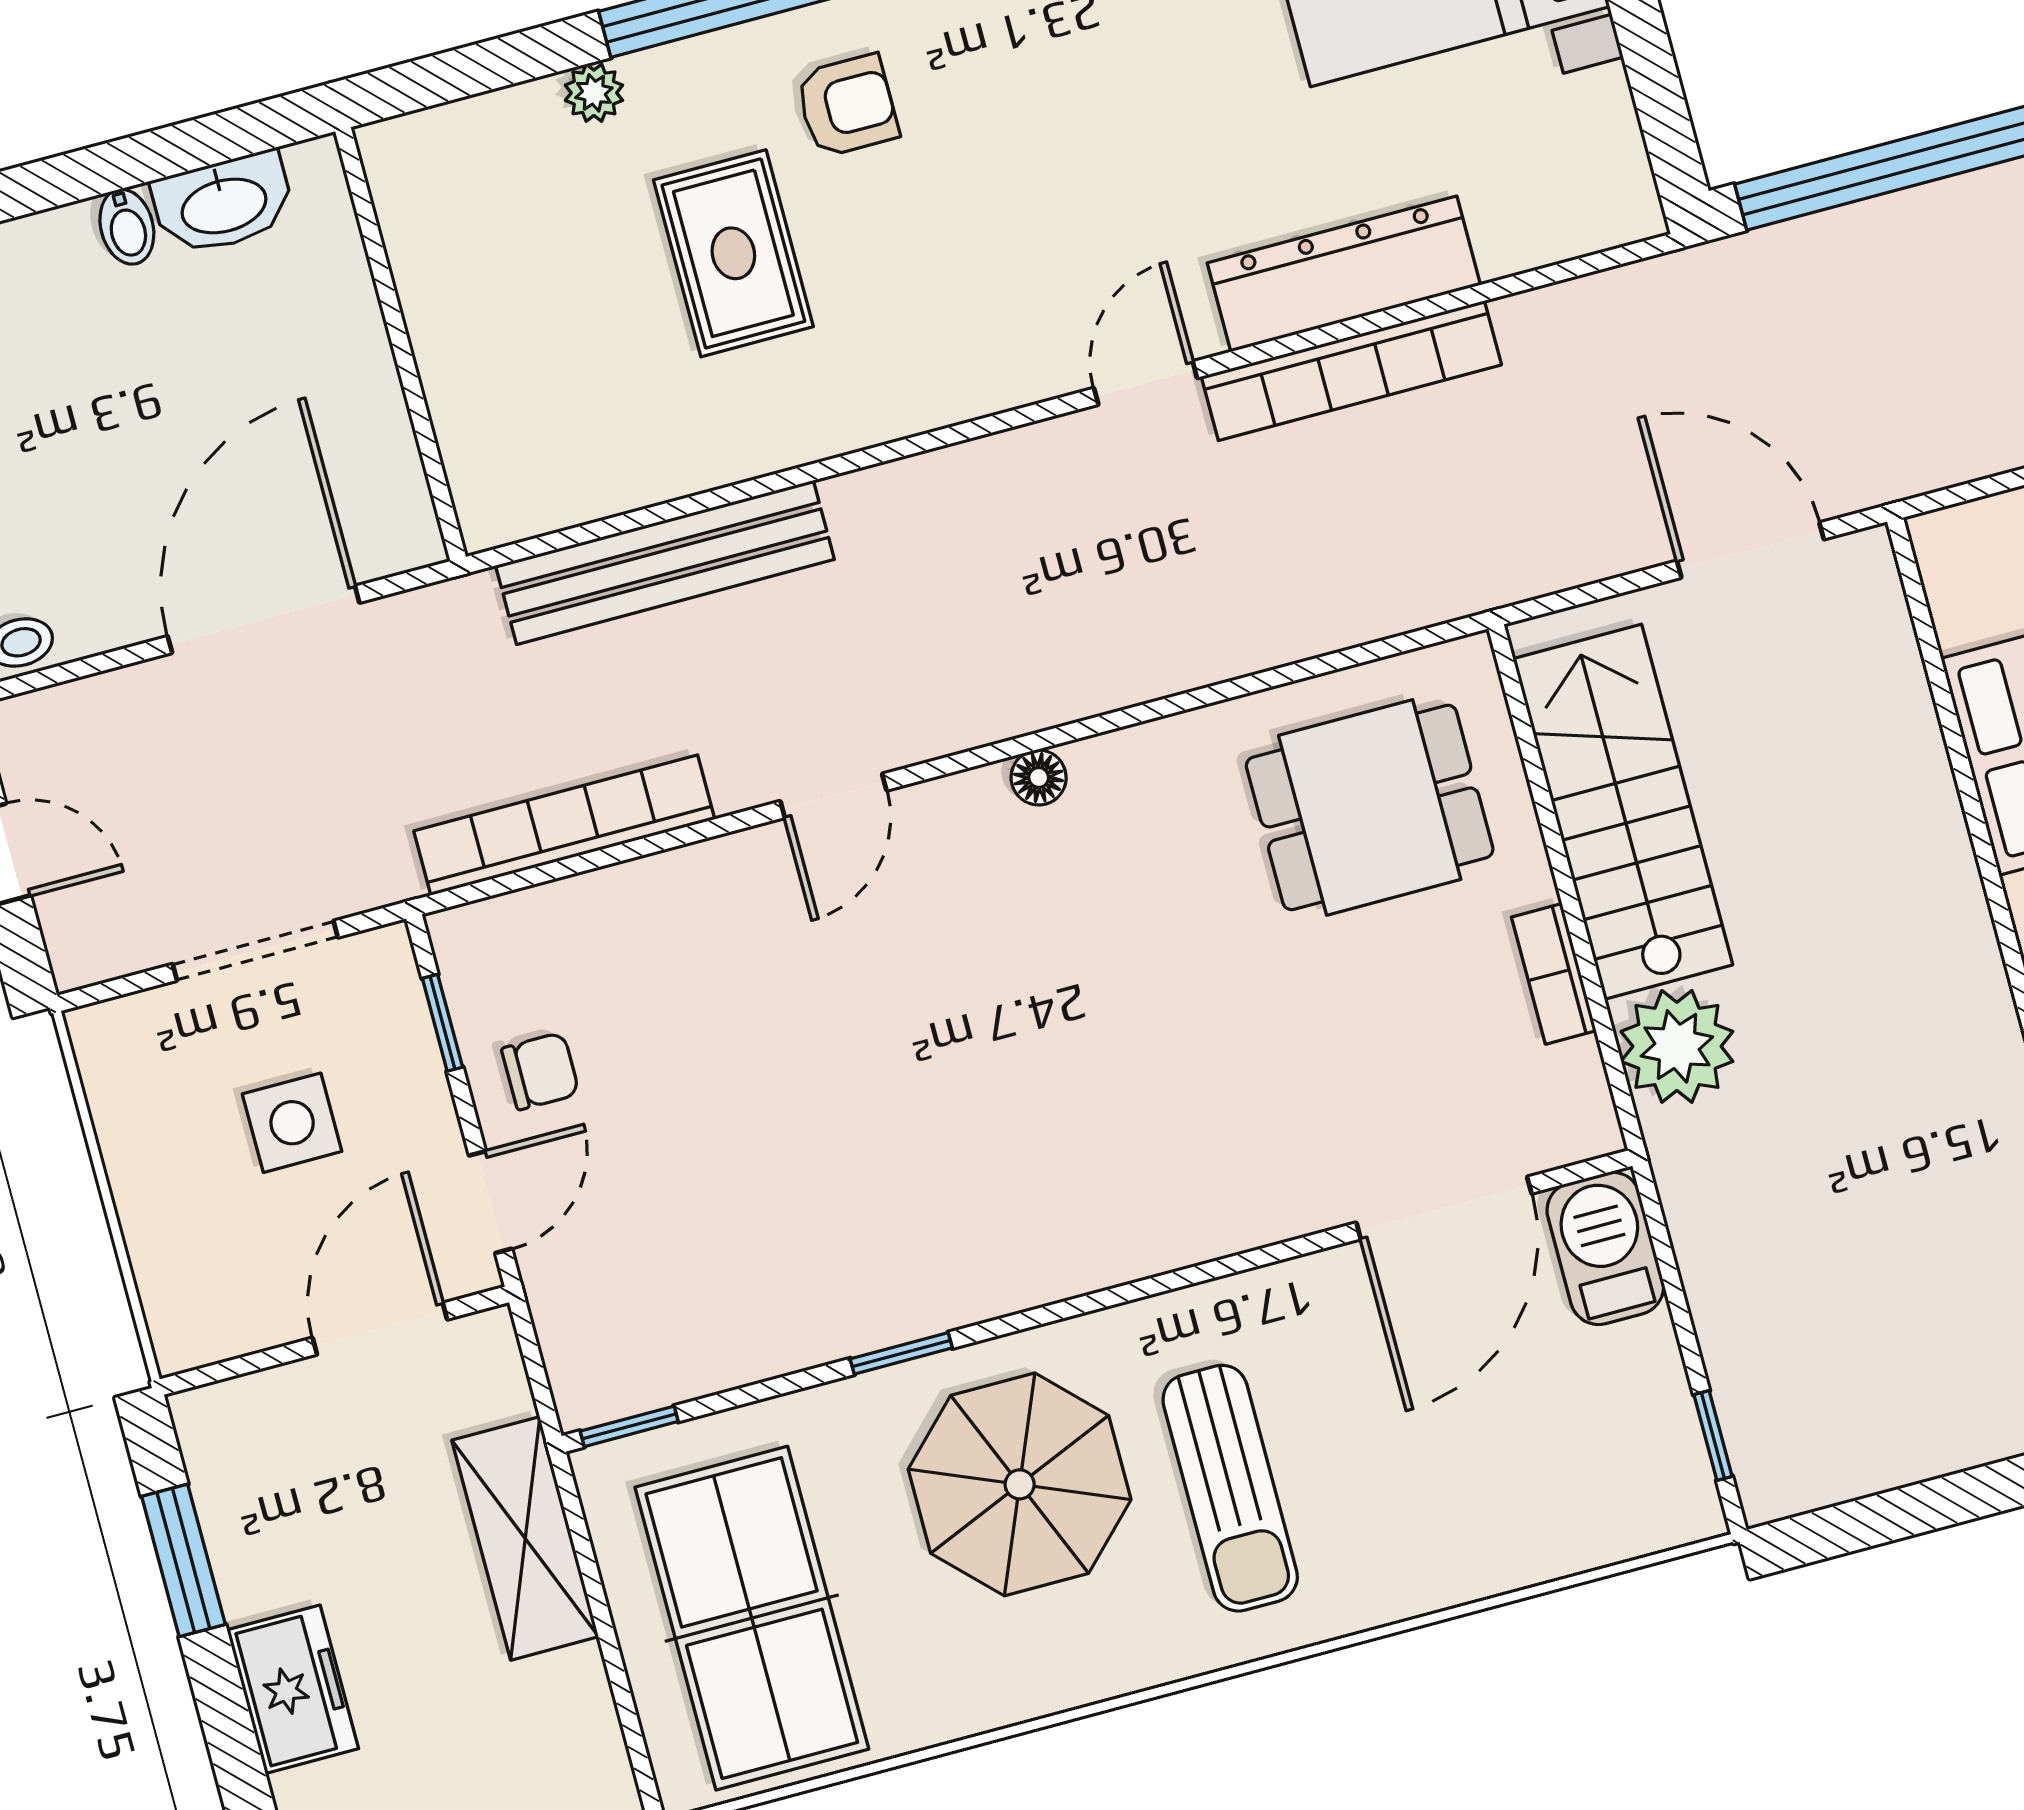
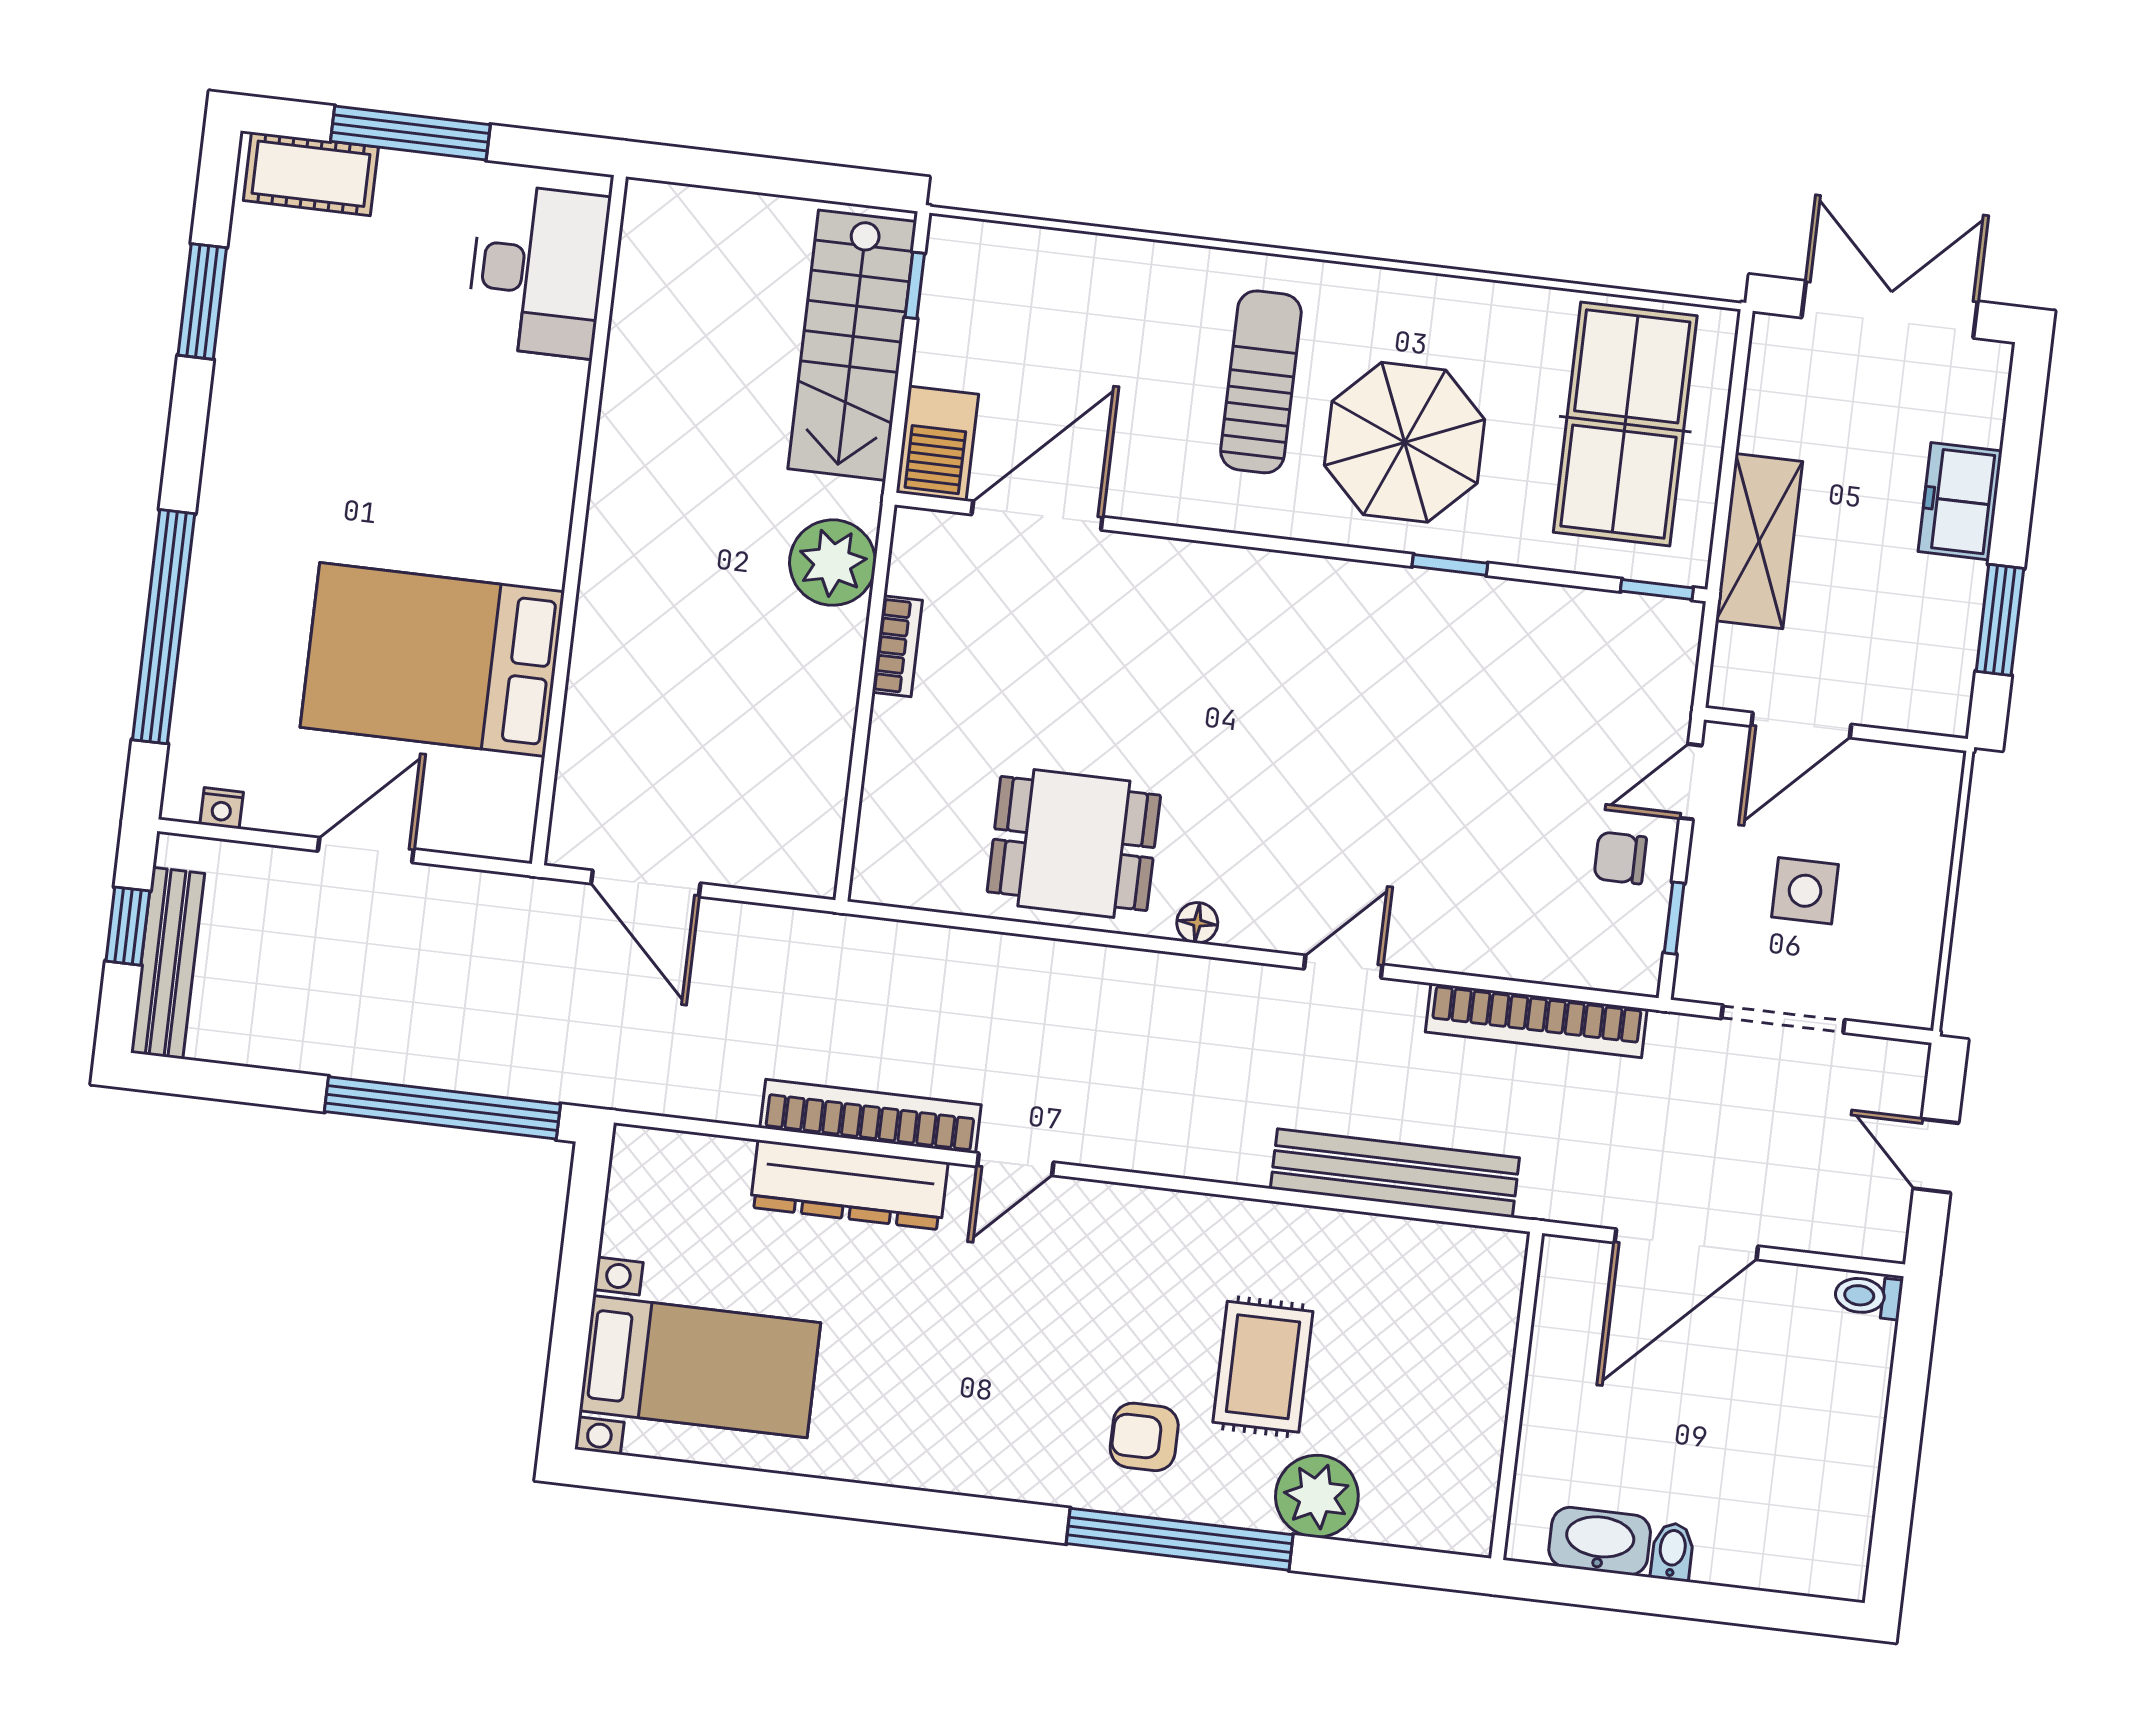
plant: (594, 93) -> (1317, 1496), width x1.87, depth x1.87
dining table: (1370, 807) -> (1074, 843), moved
stairs: (1623, 812) -> (852, 345), moved

